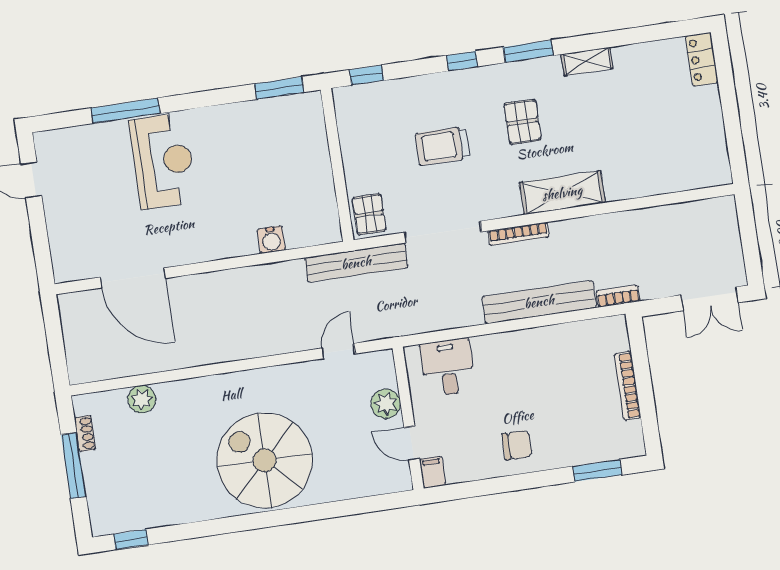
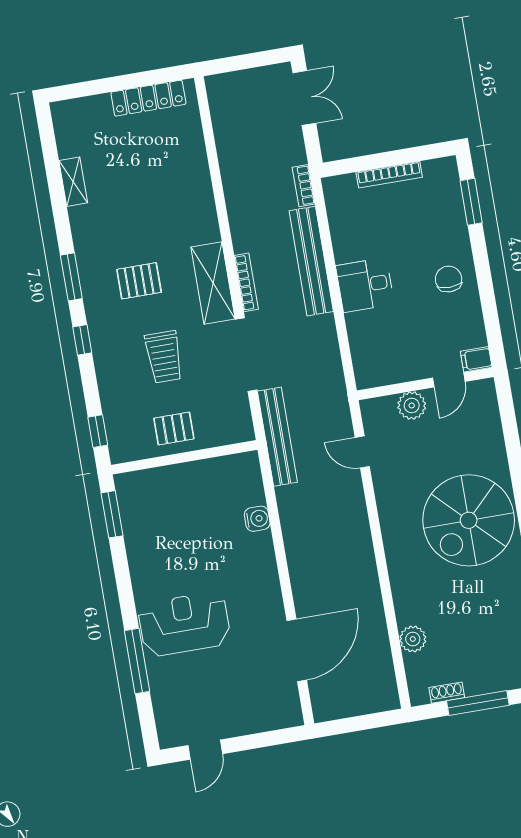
locker: (702, 59) -> (148, 98), moved, width x1.53
shelving: (587, 61) -> (73, 182), moved
shelving: (562, 193) -> (213, 283), moved
pallet: (369, 214) -> (174, 429), moved
desk: (448, 367) -> (365, 285), moved

